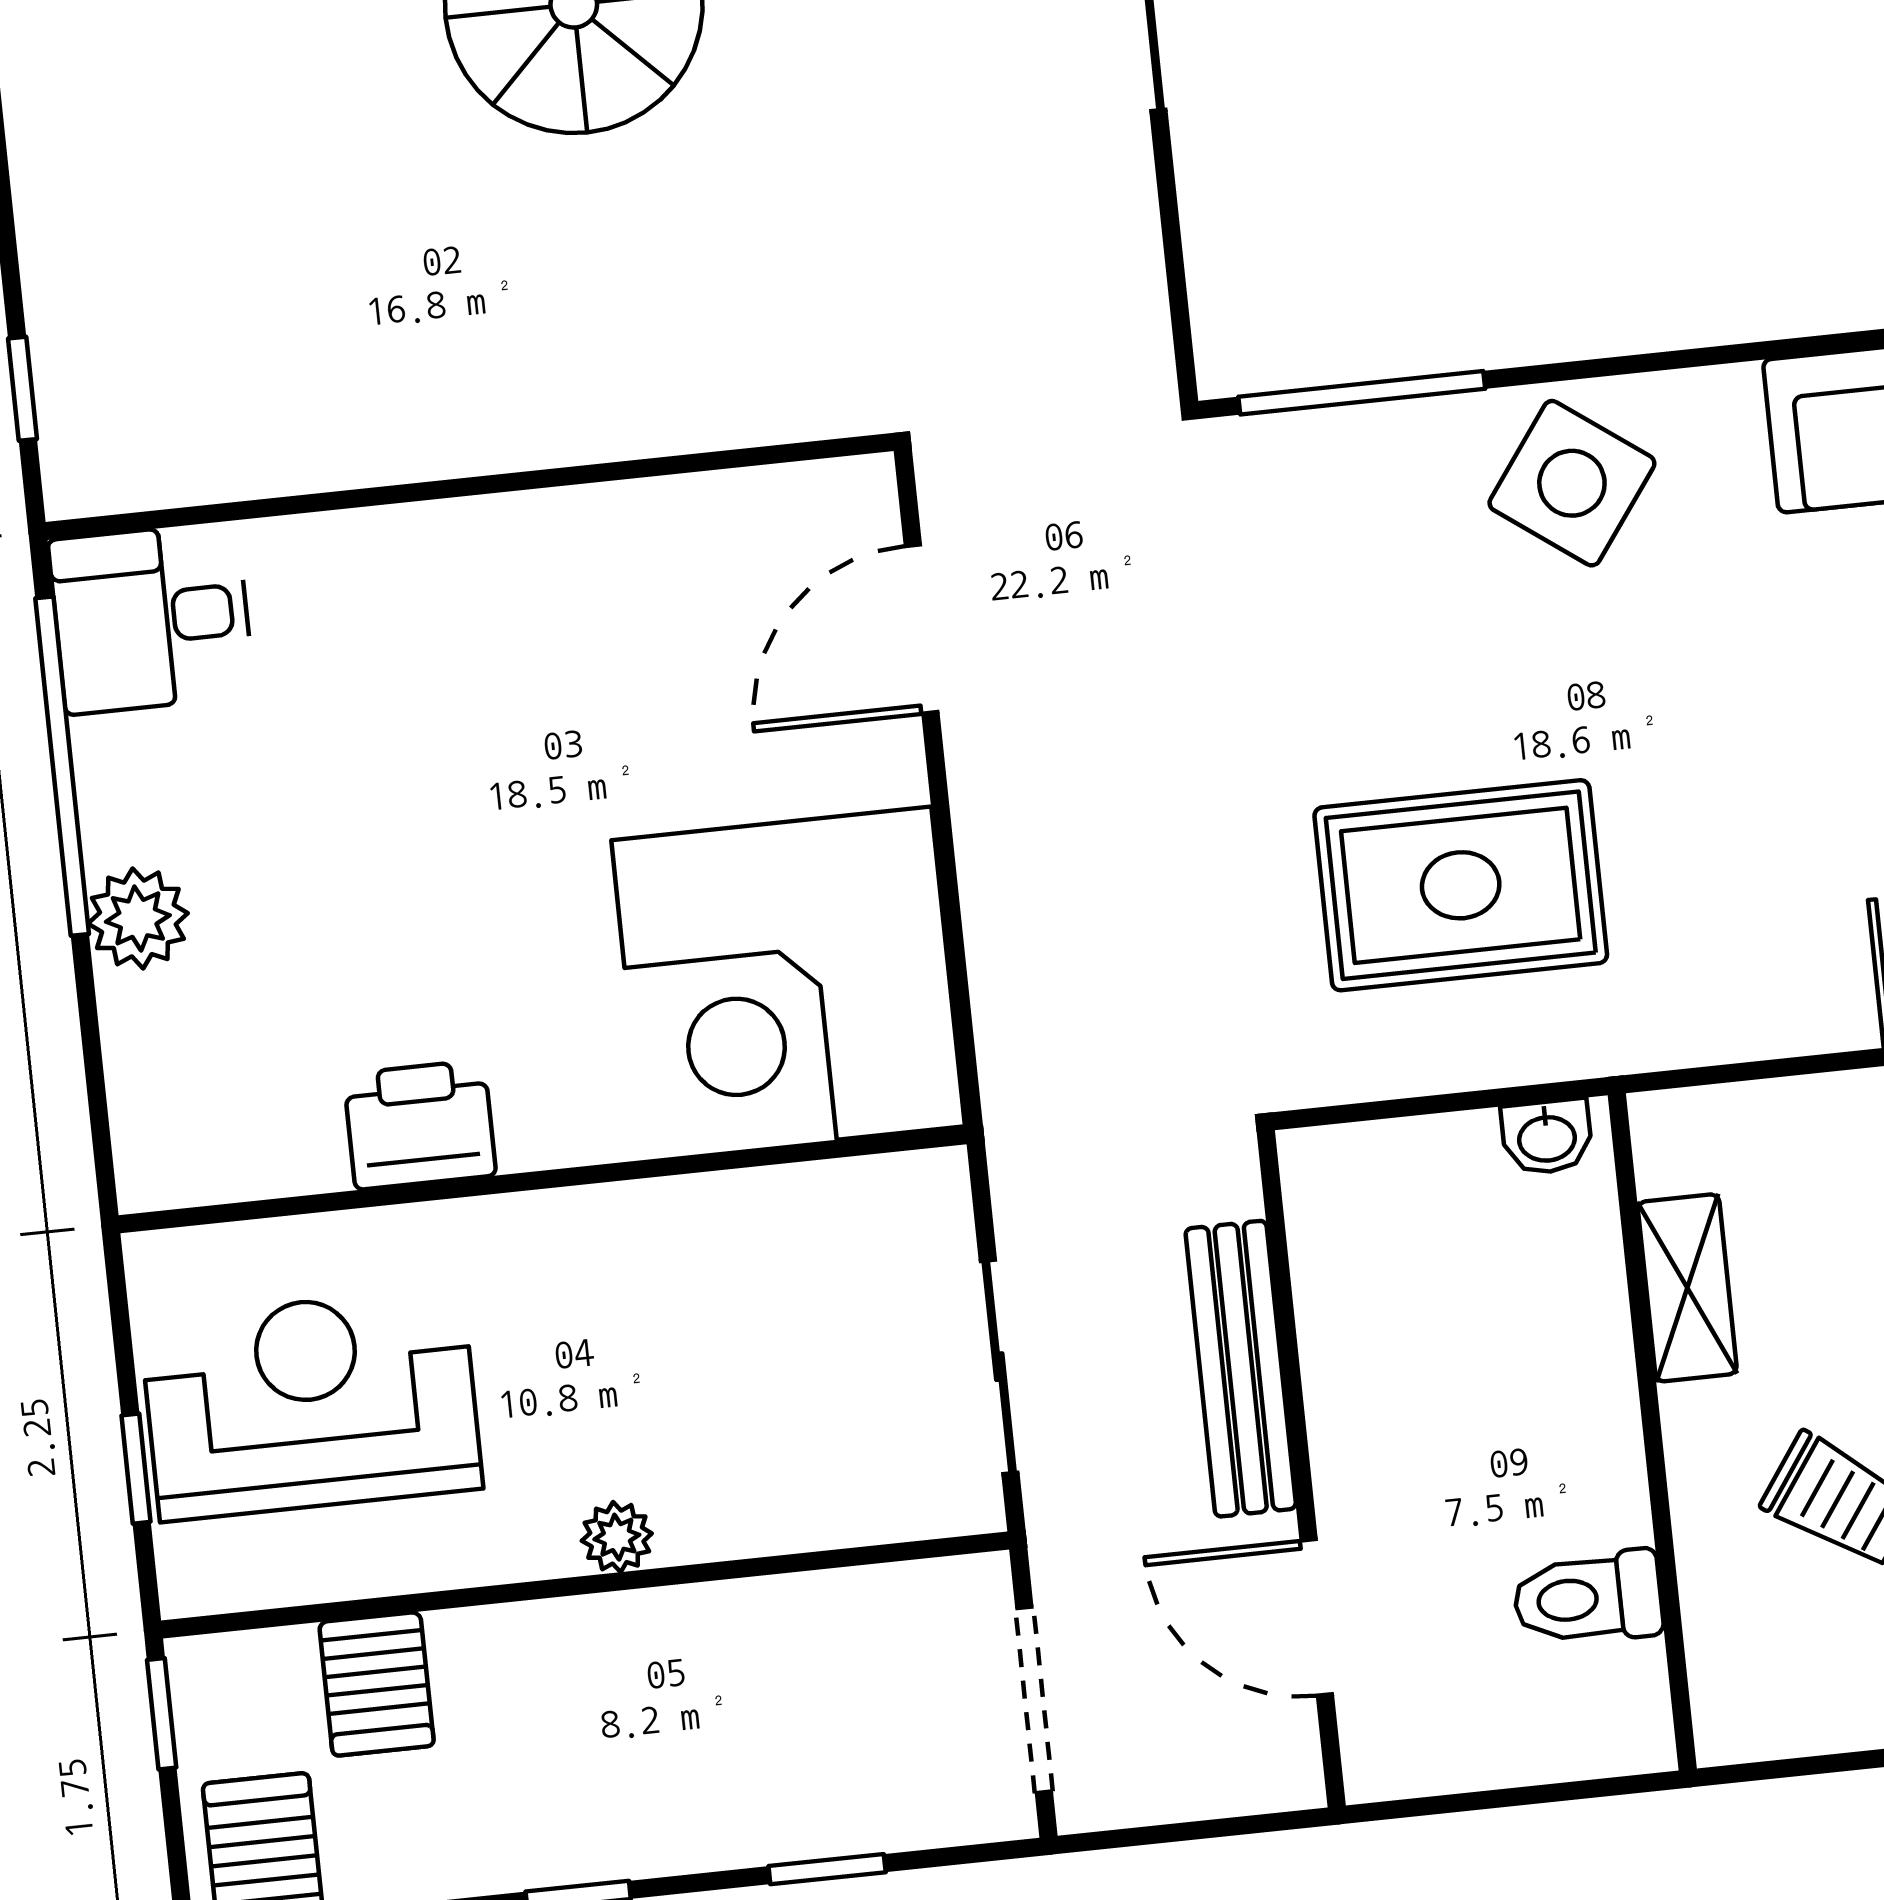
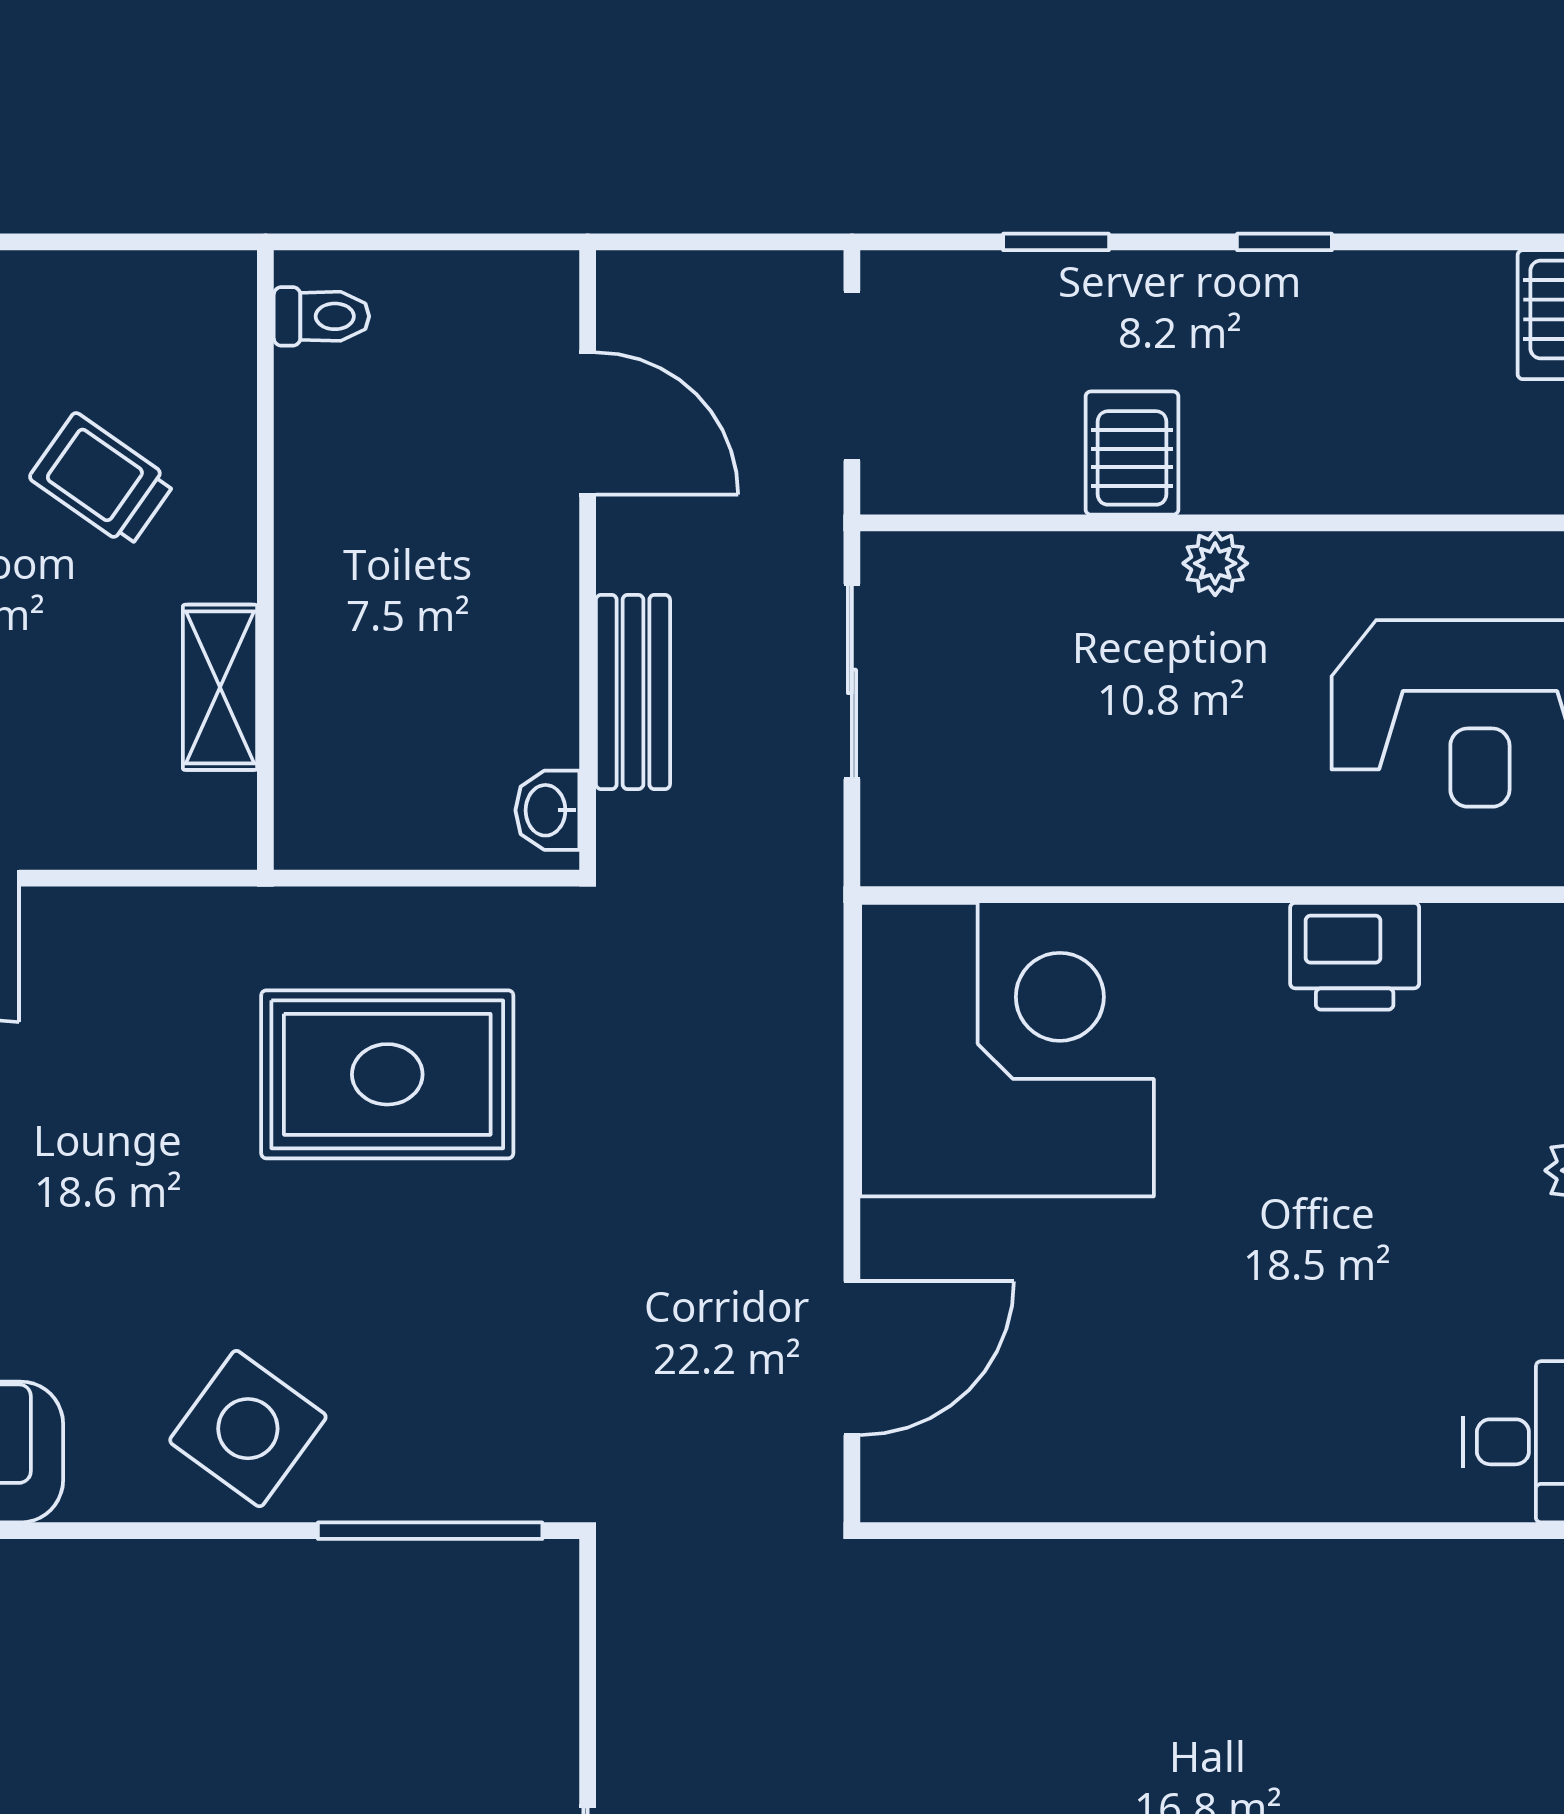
washbasin: (1547, 1137) -> (547, 810), moved, turned -90
bench: (1241, 1369) -> (633, 692), width x0.73
toilet: (1588, 1598) -> (321, 316), moved, width x0.73, depth x0.72
server rack: (377, 1684) -> (1132, 453), moved

